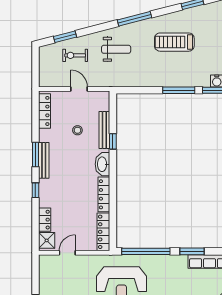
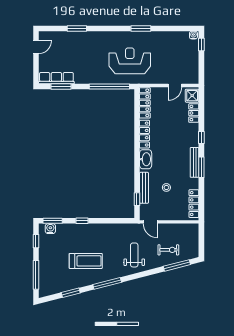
window: (135, 19) -> (107, 283), moved
window: (65, 37) -> (177, 265), width x1.44
weight bench: (116, 49) -> (134, 255), turned 90
door: (79, 89) -> (150, 222), moved
window: (179, 90) -> (82, 221), width x0.46
window: (113, 141) -> (137, 199), moved
window: (192, 251) -> (61, 87), moved

